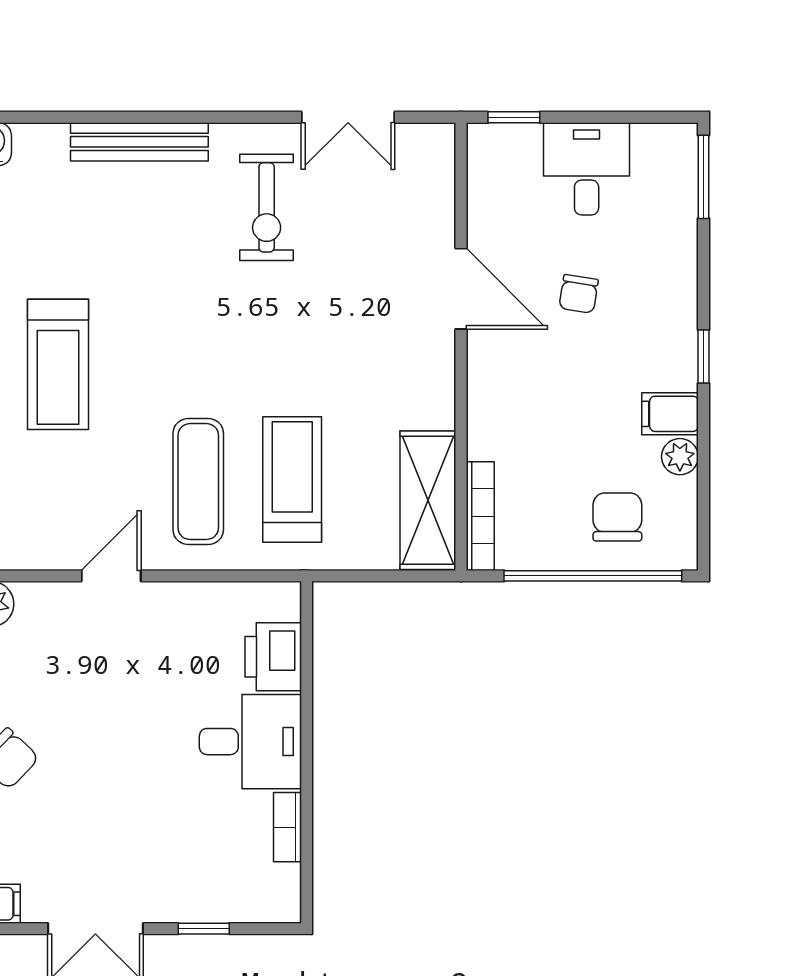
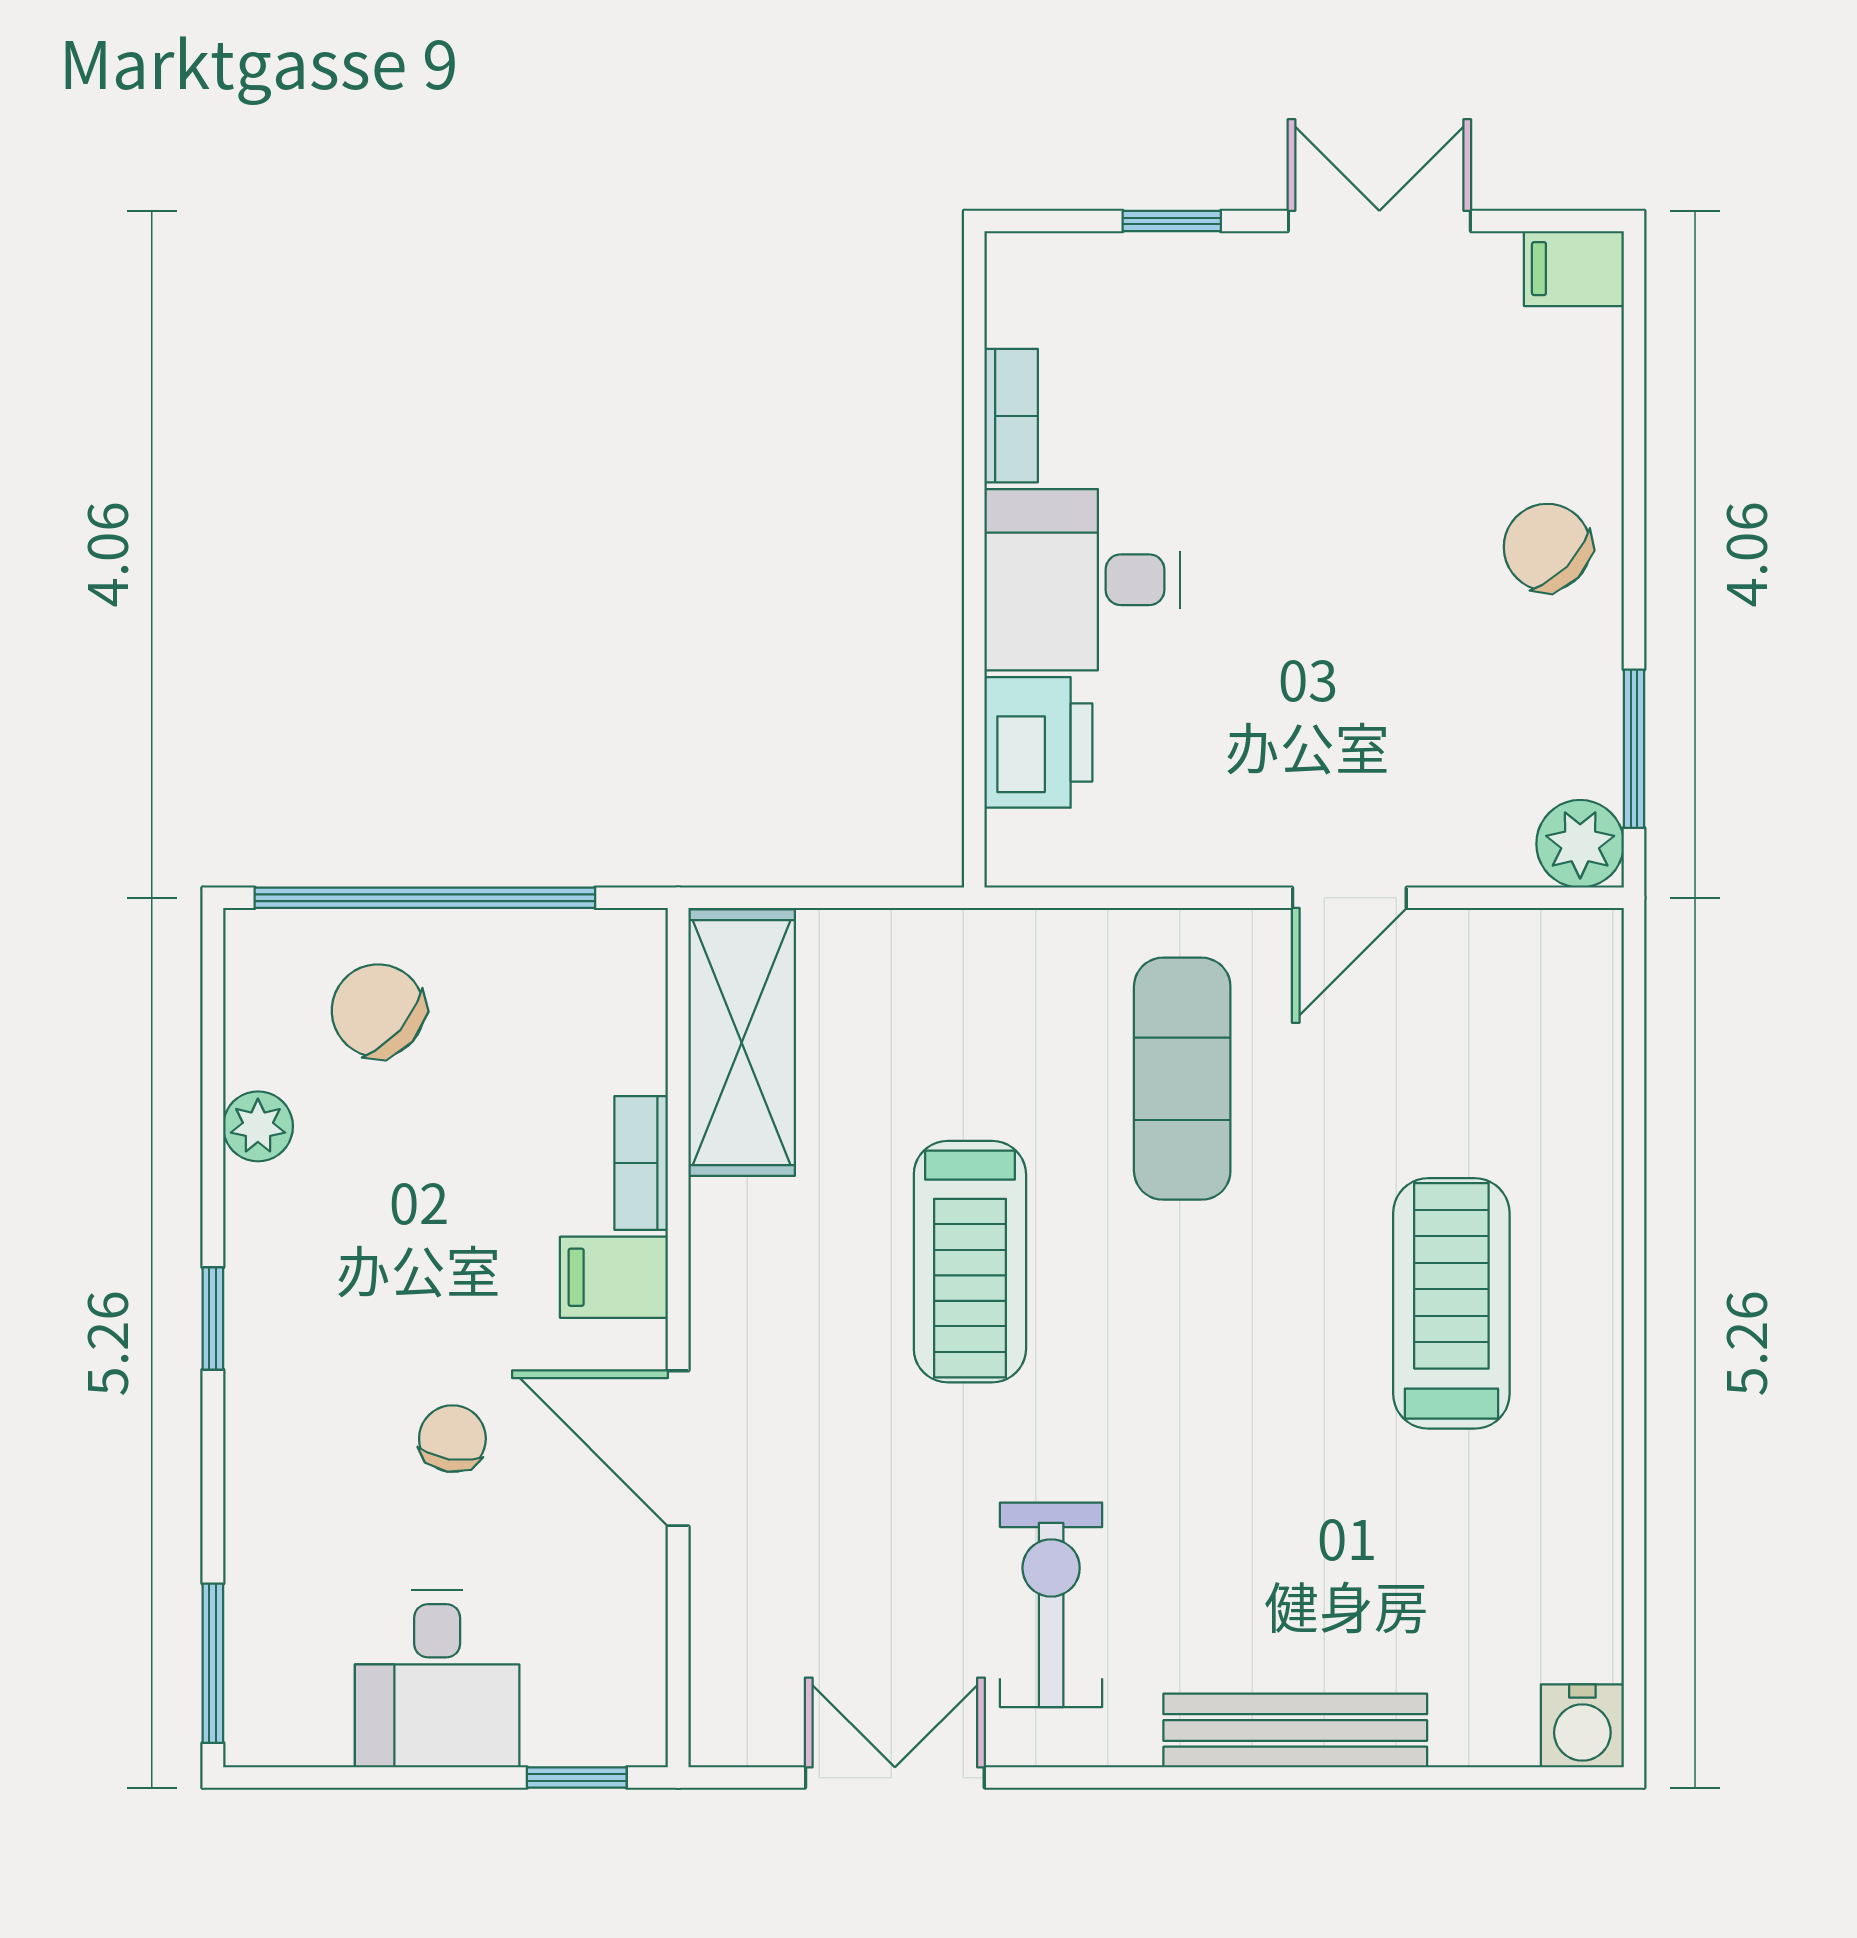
filing cabinet: (670, 414) -> (614, 1277), moved, turned 180
treadmill: (292, 479) -> (970, 1262), moved
bookcase: (480, 516) -> (641, 1163), moved, width x0.64
chair: (617, 517) -> (378, 1011), turned 131

